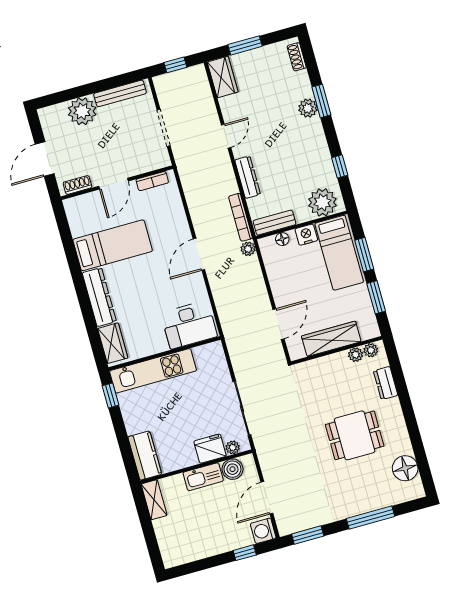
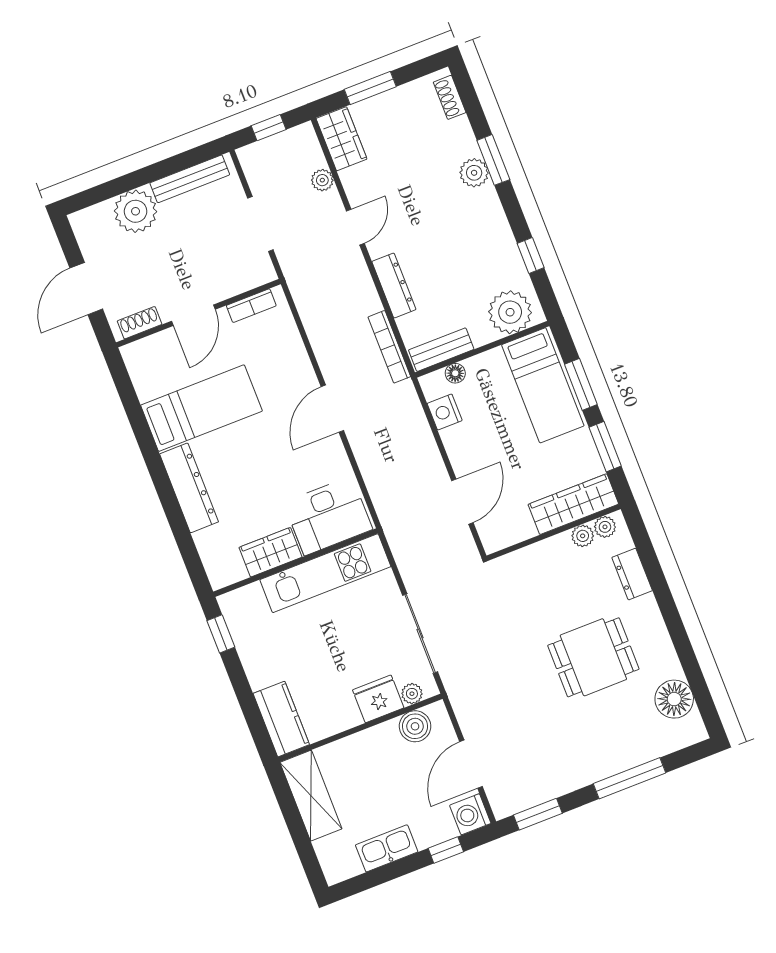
nightstand: (306, 235) -> (445, 412), moved, turned -90
plant: (248, 249) -> (322, 180), moved
wardrobe: (331, 339) -> (573, 504), moved
wardrobe: (113, 343) -> (271, 552), moved, turned -90
kitchen unit: (153, 371) -> (325, 573), moved
kitchen sink: (203, 477) -> (387, 848), moved, turned 180
shelving: (154, 500) -> (311, 796), width x1.50, depth x1.33

